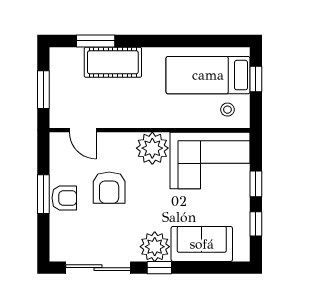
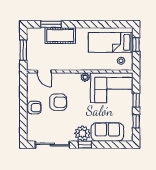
plant: (152, 148) -> (85, 77), width x0.53, depth x0.53
armchair: (109, 188) -> (58, 102), turned -90
window: (43, 194) -> (23, 106), removed

